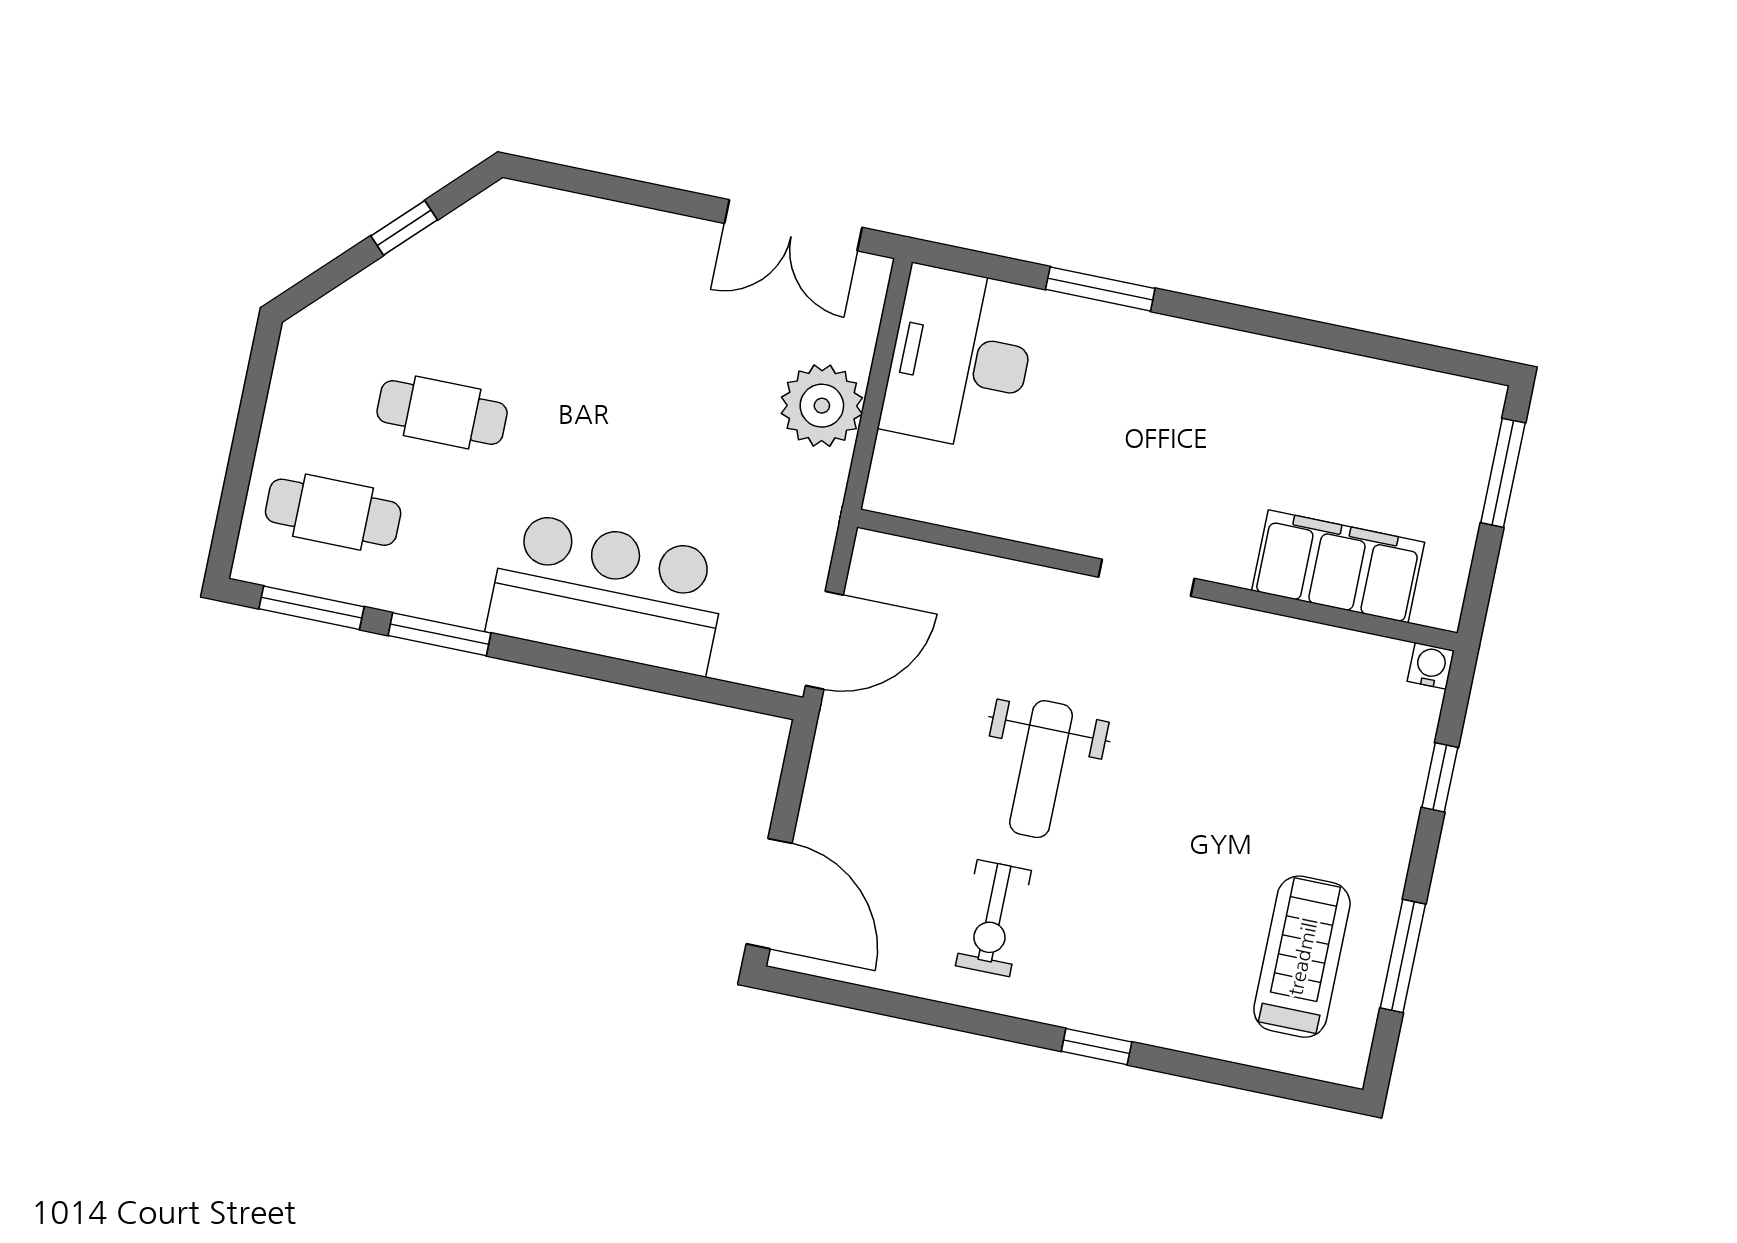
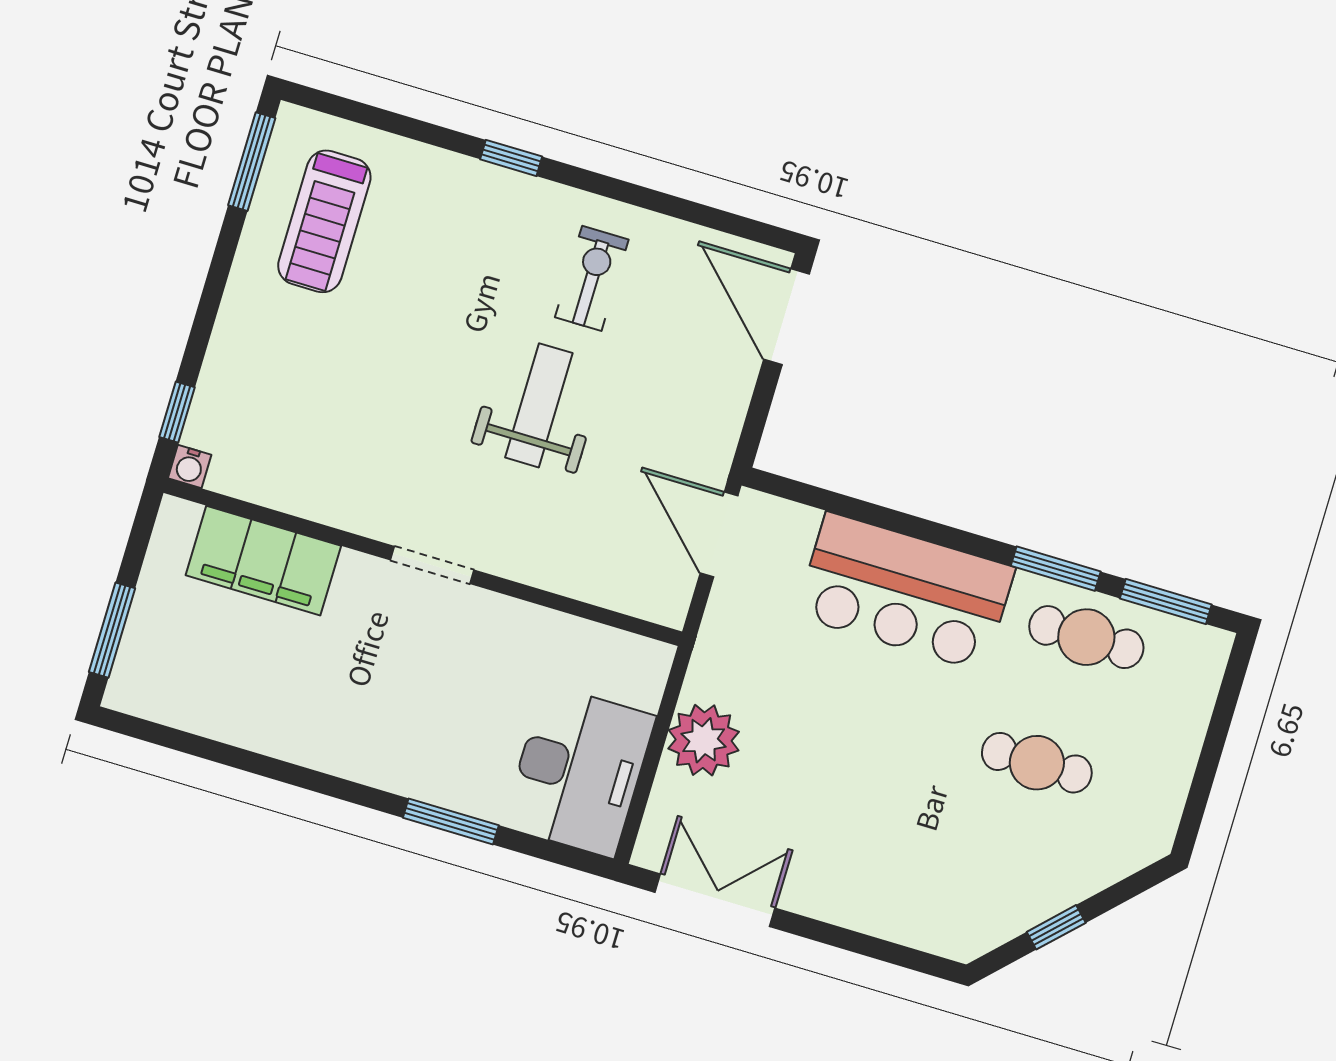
cafe table: (333, 512) -> (1086, 637), moved
door: (824, 640) -> (719, 534), hinge flipped
window: (1440, 777) -> (177, 412), moved
window: (1403, 956) -> (252, 162), moved

